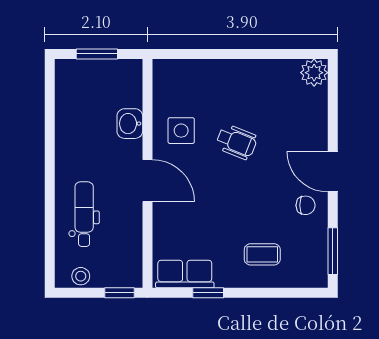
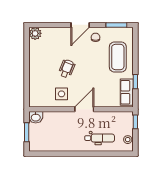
washbasin: (130, 124) -> (36, 117), moved
dental chair: (84, 214) -> (100, 138), turned 180
coffee table: (262, 254) -> (118, 57), width x1.86, depth x1.72

